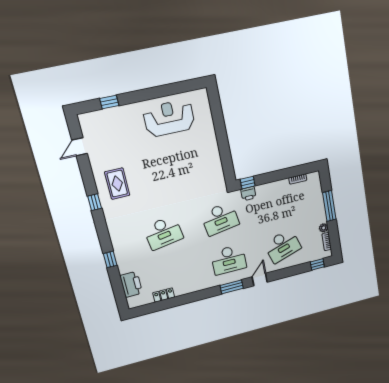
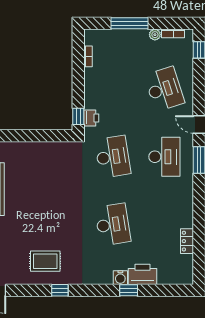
water cooler: (119, 250) -> (120, 278), added
printer: (131, 284) -> (143, 274), moved

